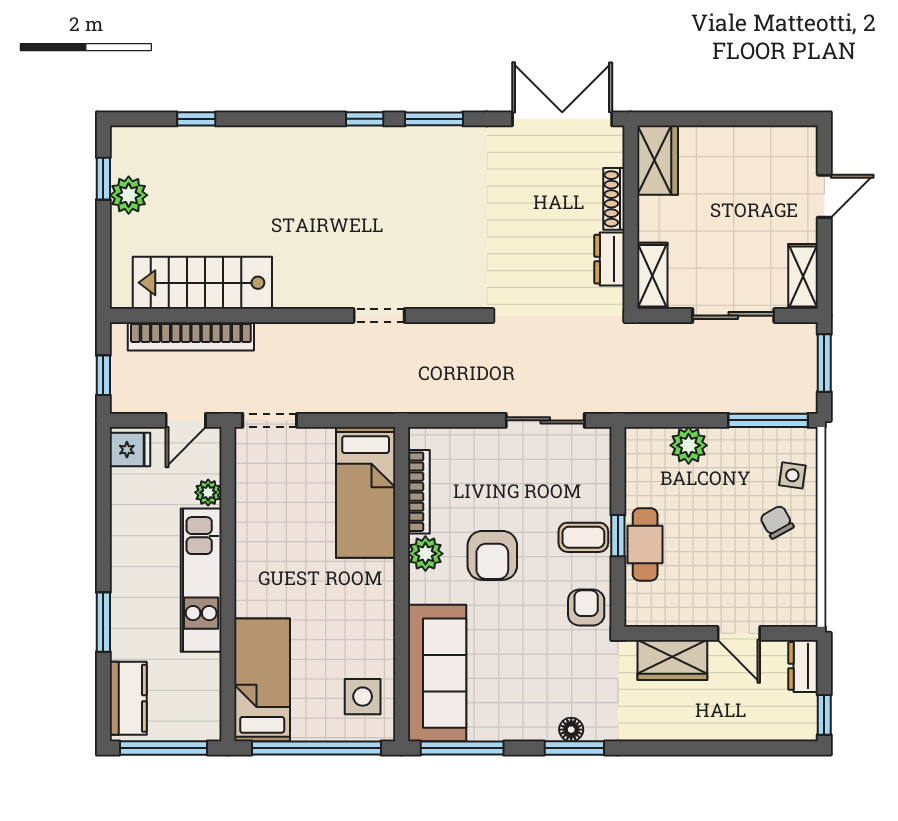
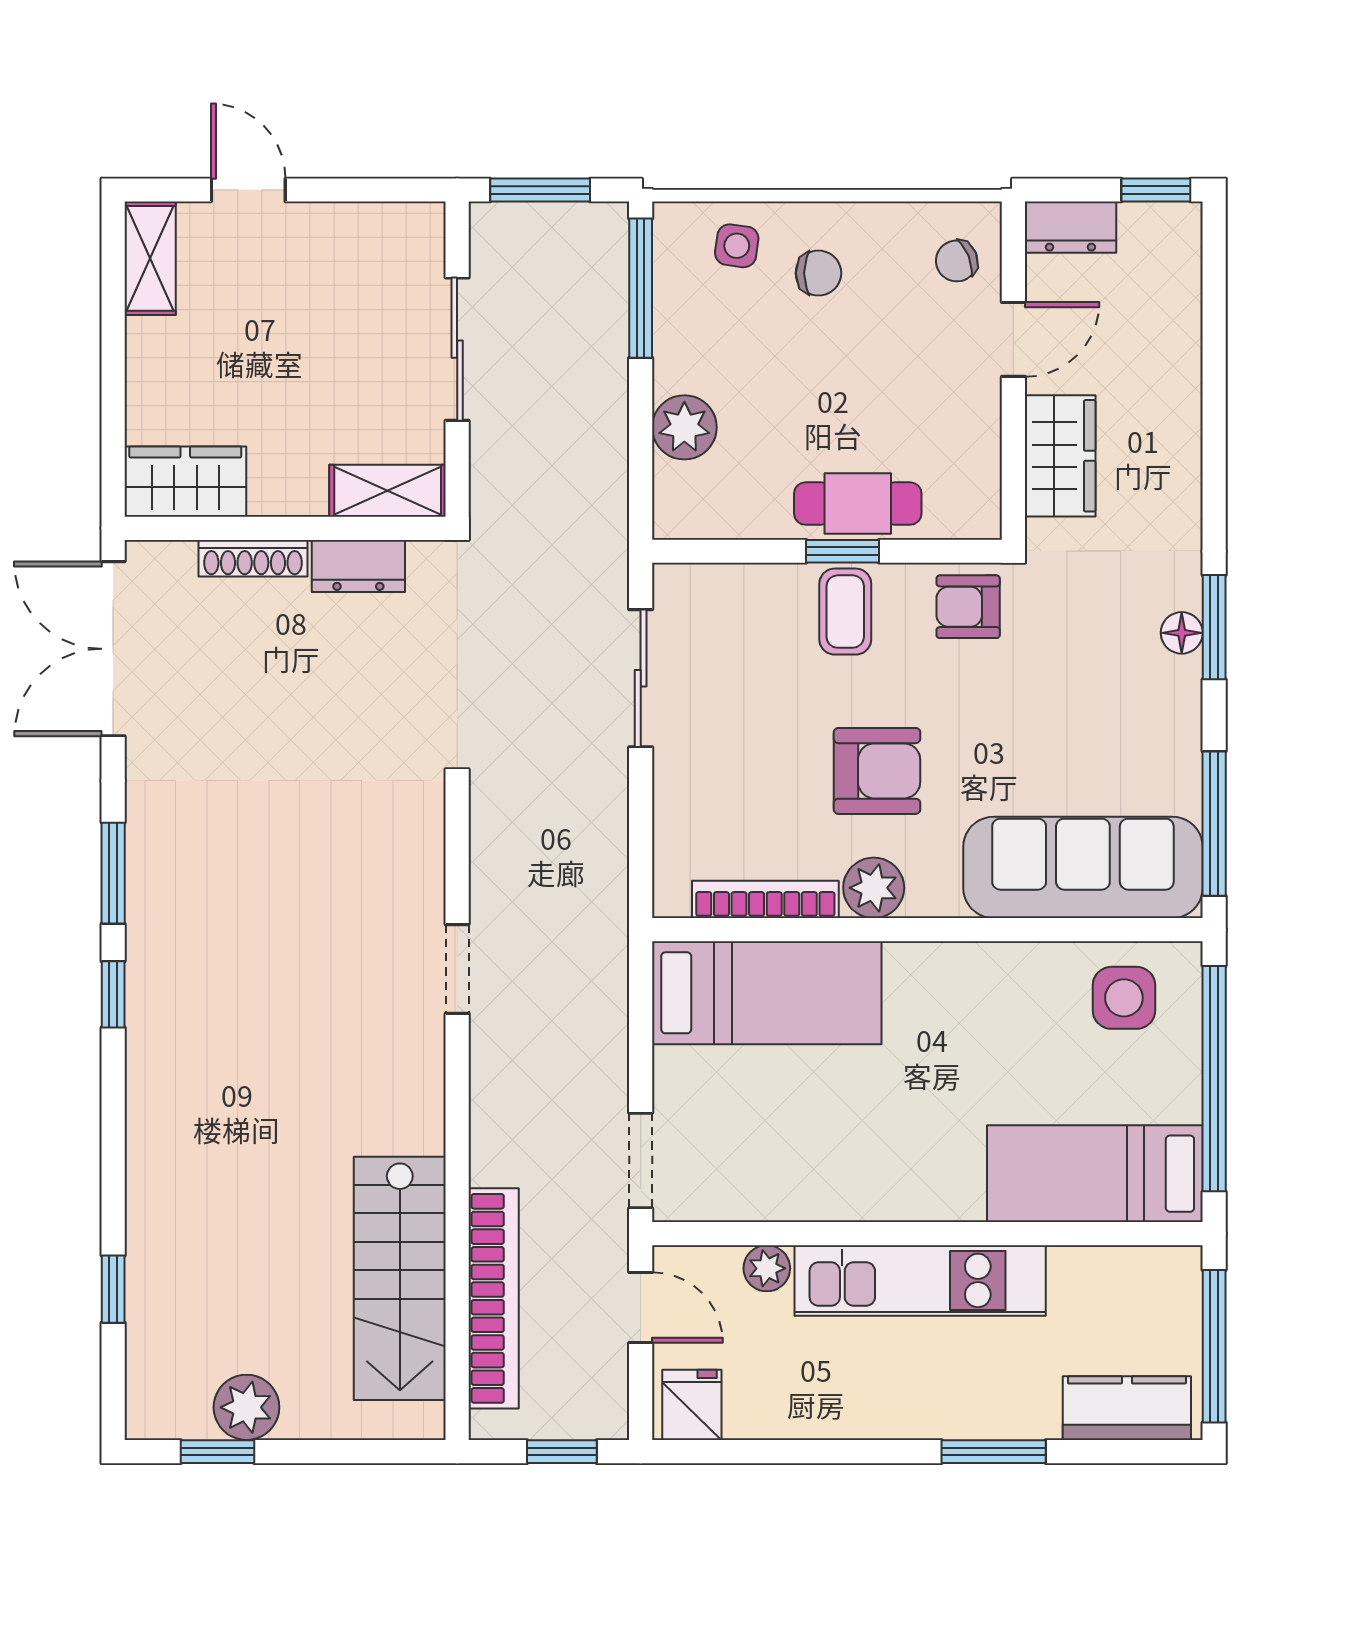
shelving: (803, 276) -> (150, 258), moved, turned 90
chair: (777, 522) -> (818, 273), turned -151
chair: (784, 601) -> (957, 261), added

